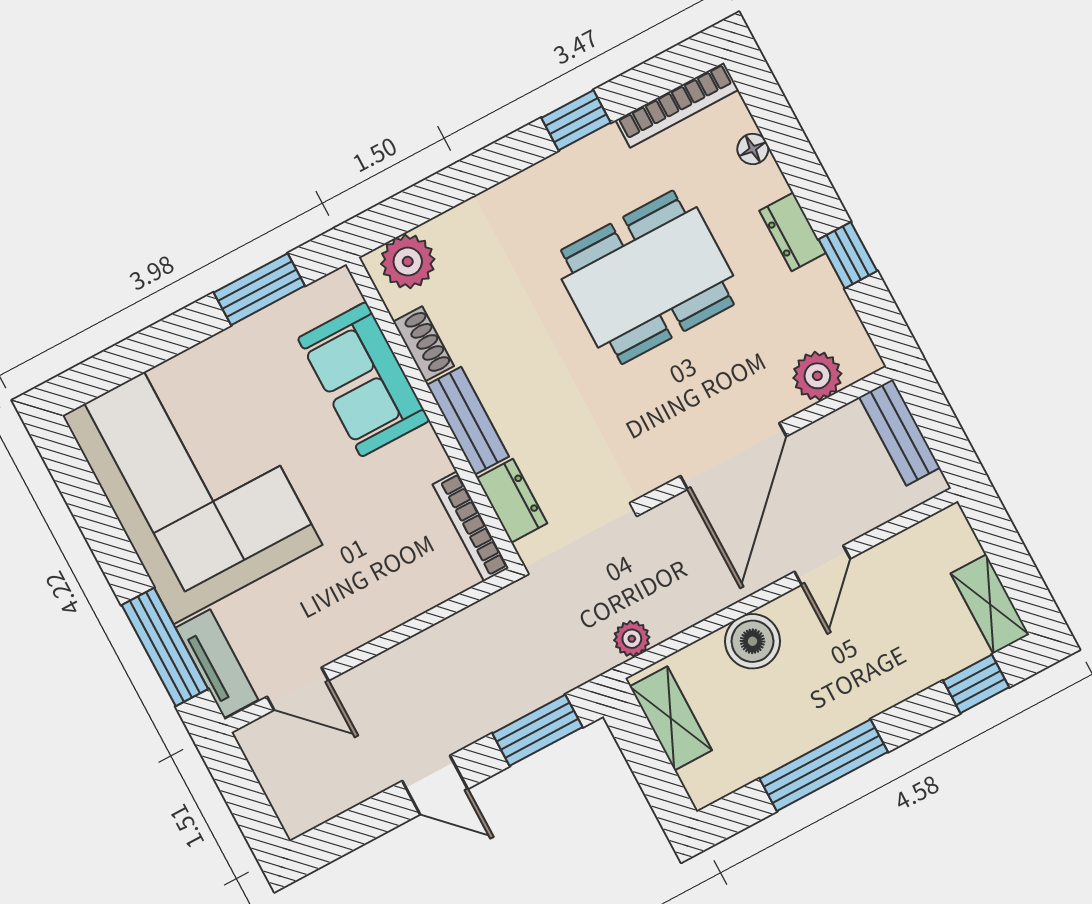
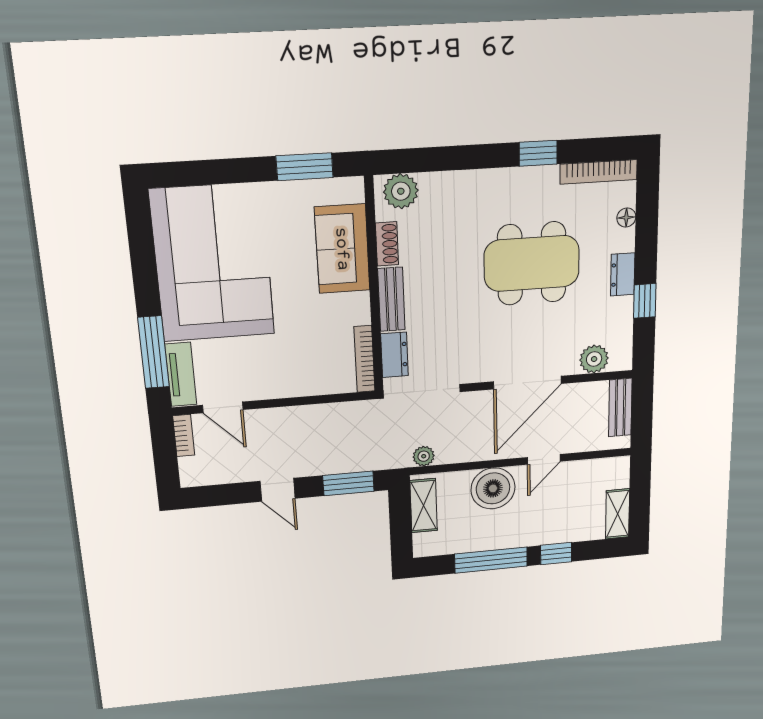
boiler: (752, 641) -> (493, 488), width x1.37, depth x1.37
window: (976, 684) -> (556, 554), moved
bookcase: (260, 756) -> (184, 436), added

